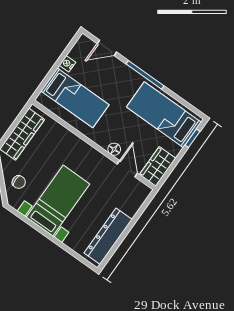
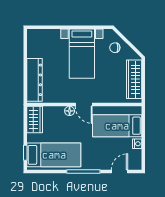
door: (127, 169) -> (84, 105), moved
dresser: (108, 236) -> (34, 80), moved

